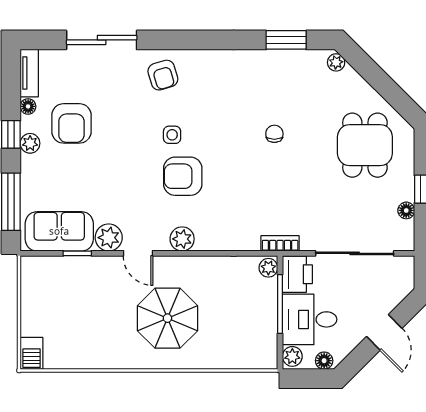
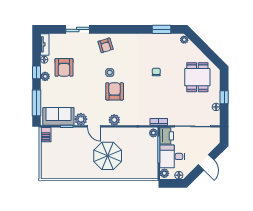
sliding door: (102, 40) -> (78, 29), width x0.73
armchair: (183, 176) -> (115, 91), turned 90
barbecue: (32, 353) -> (46, 135), moved

